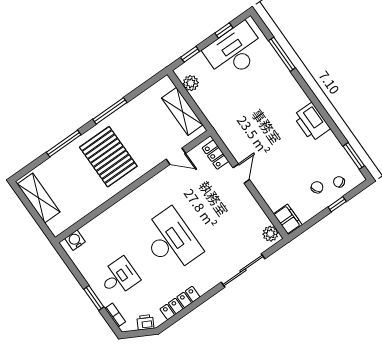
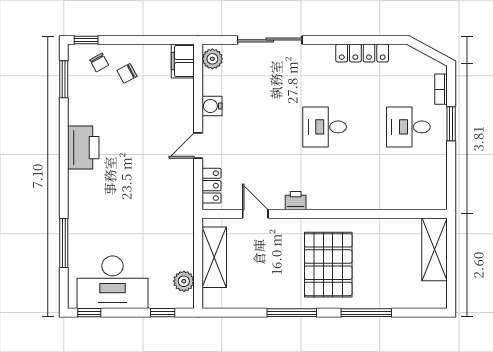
window: (224, 30) -> (89, 313), moved
shelving: (39, 198) -> (435, 249), moved
window: (337, 204) -> (86, 40), moved
water cooler: (75, 240) -> (212, 106), moved, turned 90
desk: (171, 241) -> (325, 127), width x0.53, depth x0.77
printer: (145, 322) -> (296, 201), moved, turned 152

